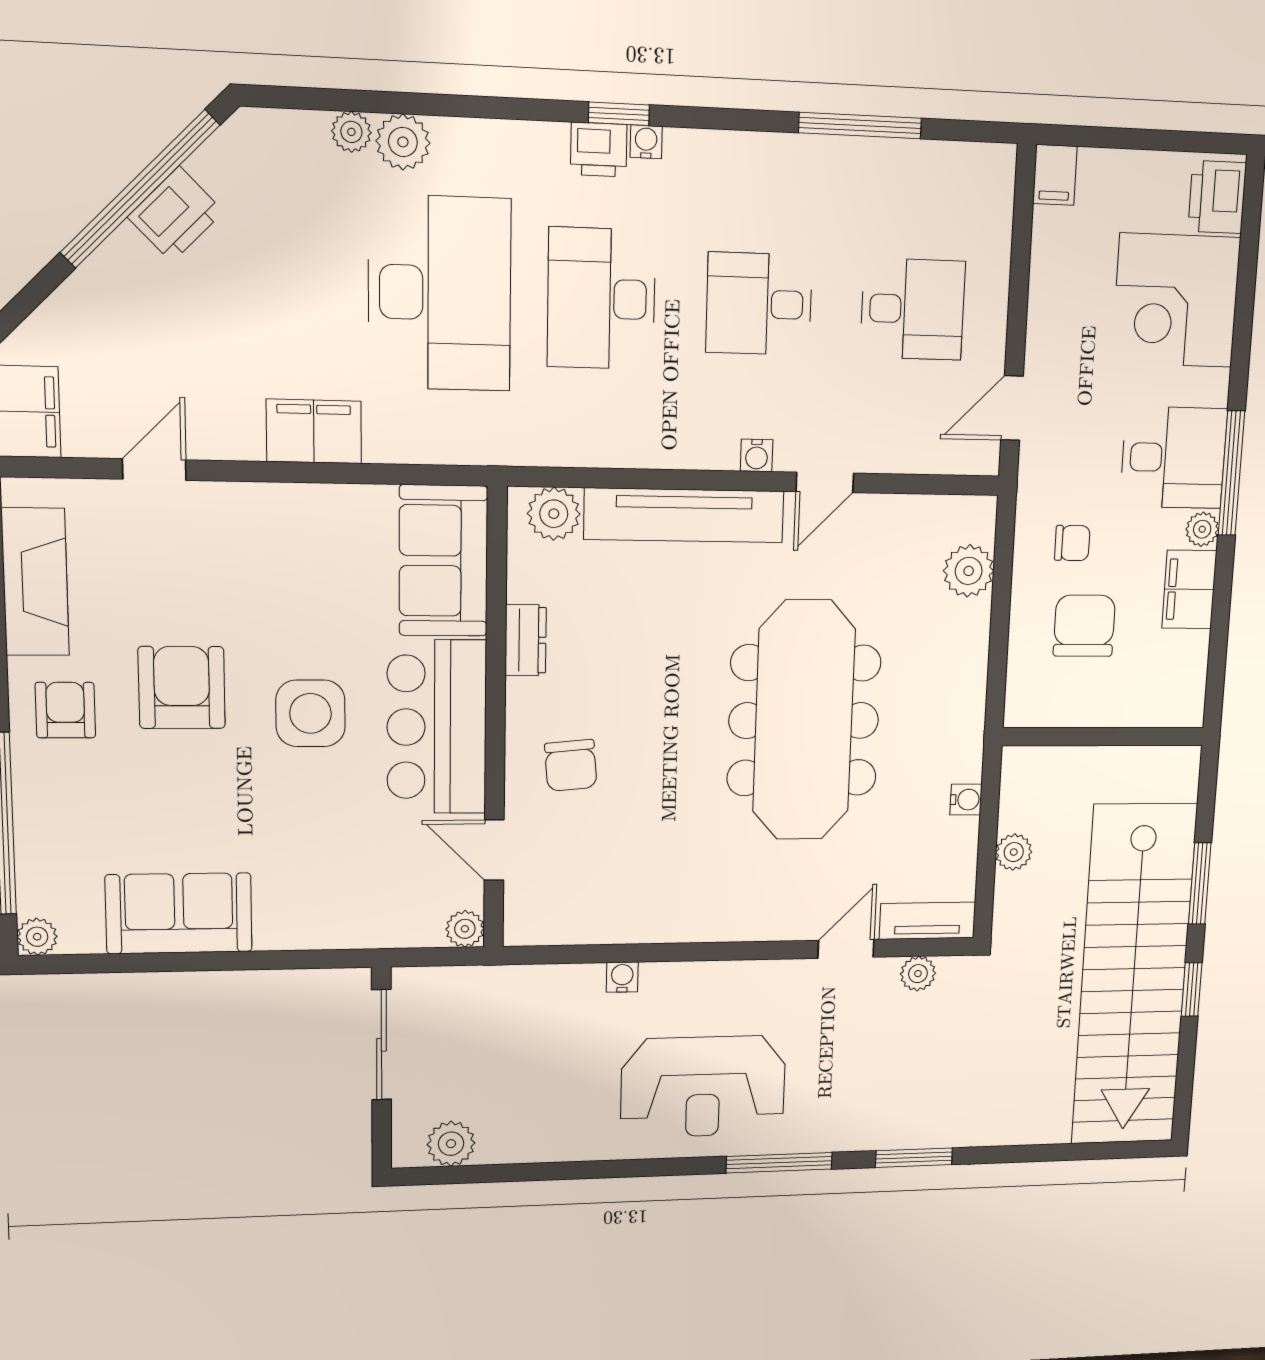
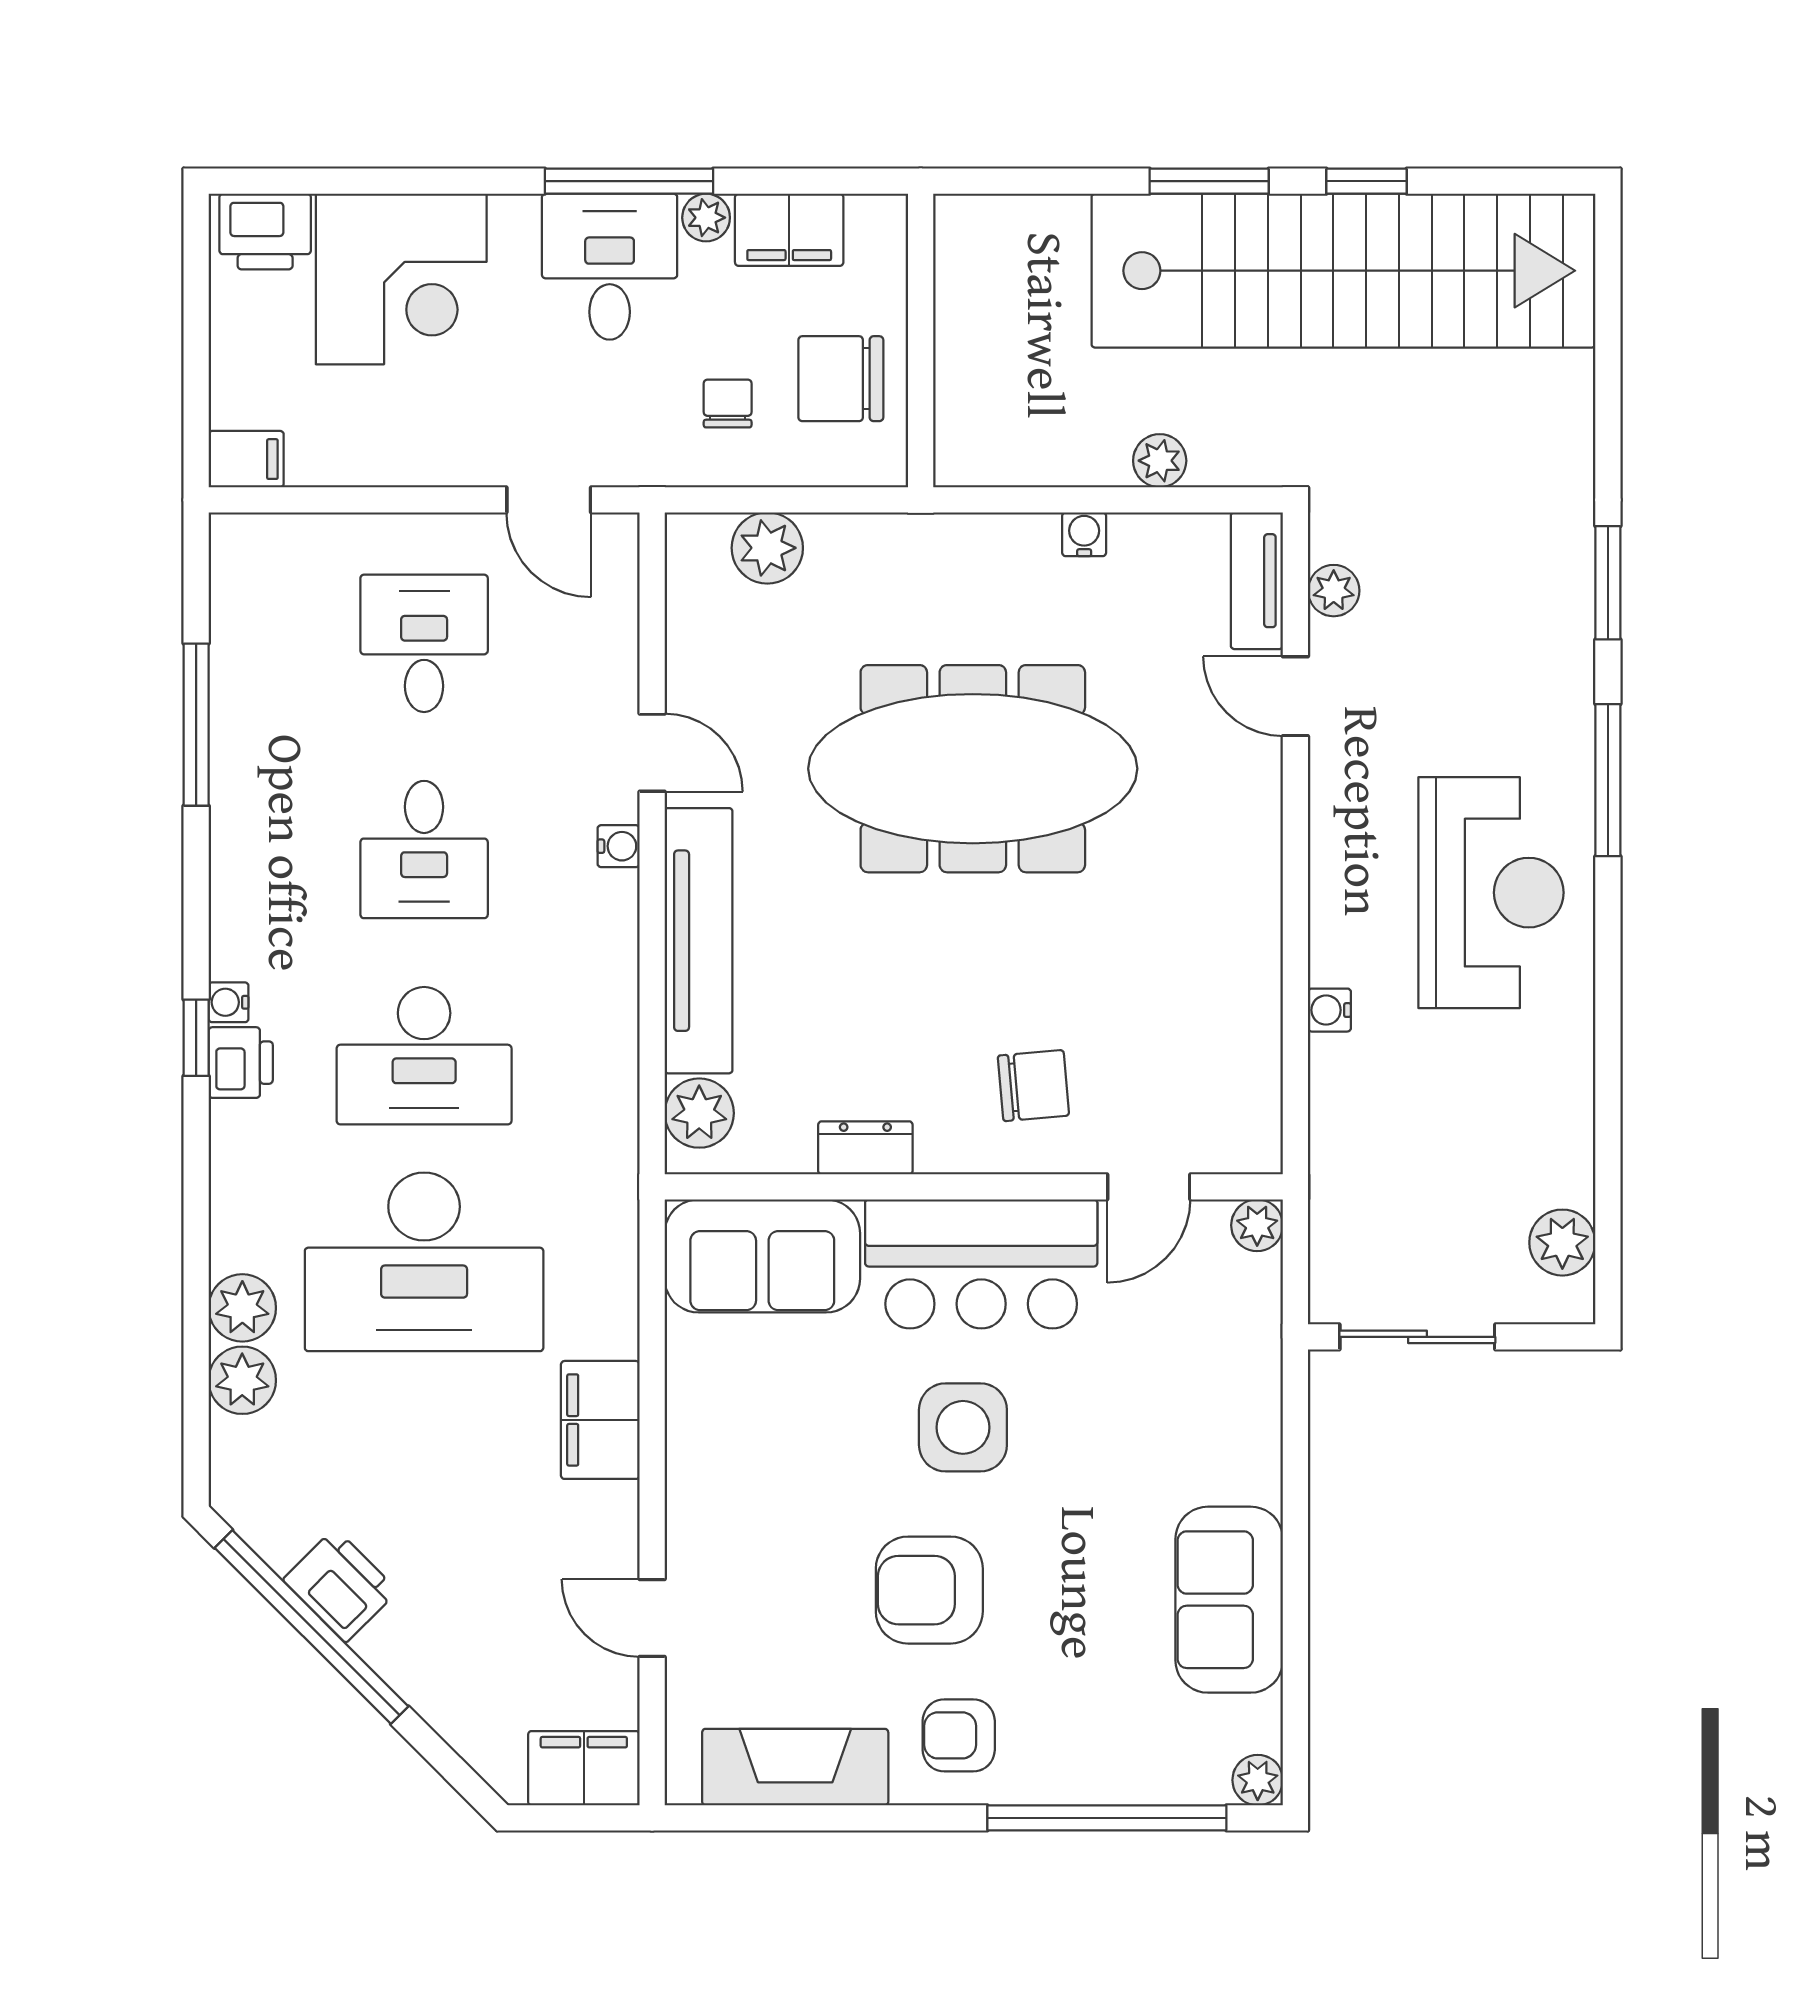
plant: (351, 132) -> (242, 1380), width x1.38, depth x1.38
desk: (440, 293) -> (424, 1262), turned 180
wall: (1103, 736) -> (921, 340), moved

